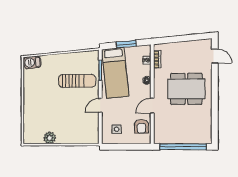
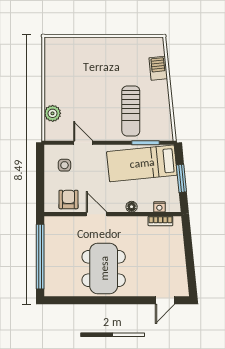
barbecue: (32, 62) -> (158, 68), moved
dining table: (186, 89) -> (104, 268), moved
door: (100, 105) -> (83, 143), moved
armchair: (141, 126) -> (68, 199), turned 90
plant: (50, 138) -> (53, 113), moved

